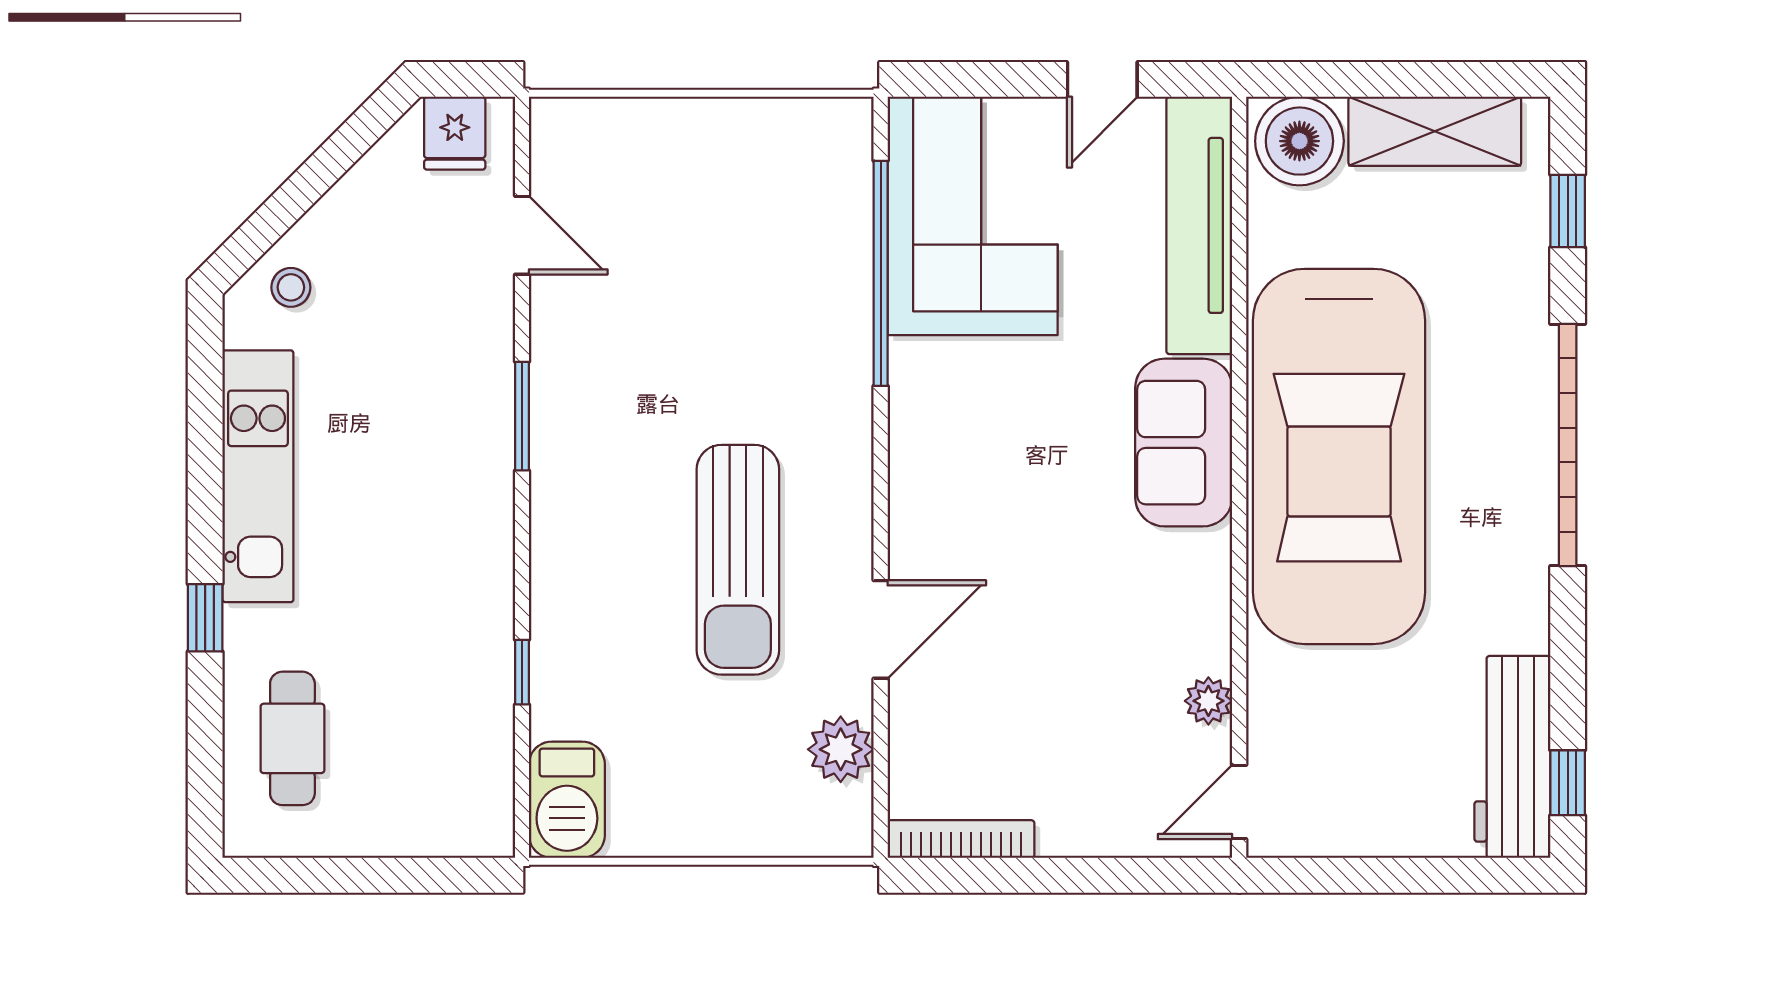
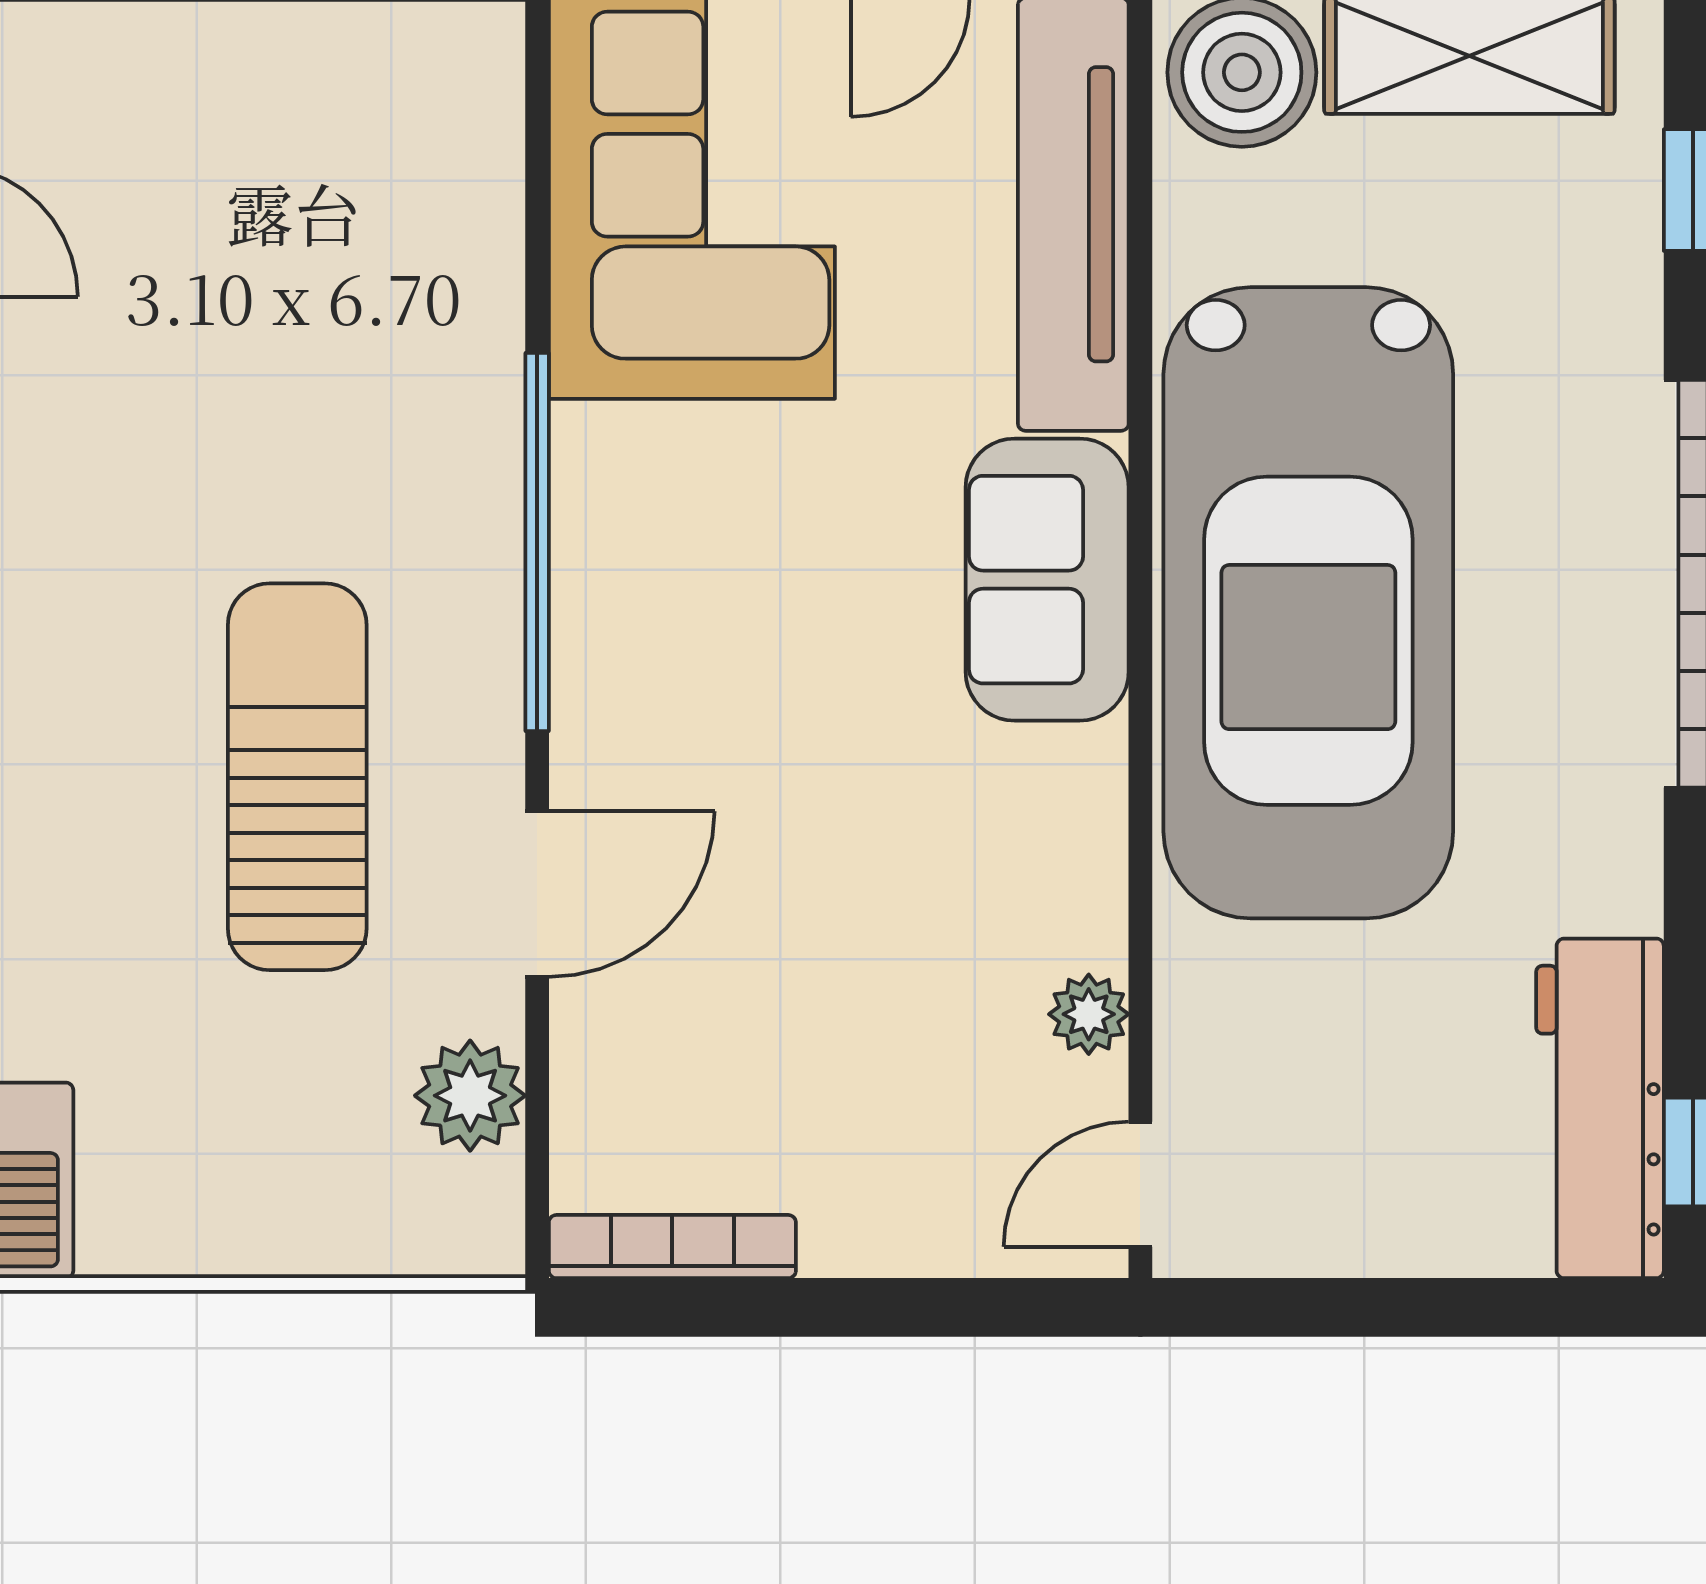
window: (881, 273) -> (537, 542), moved
sun lounger: (738, 560) -> (297, 777), turned 180

